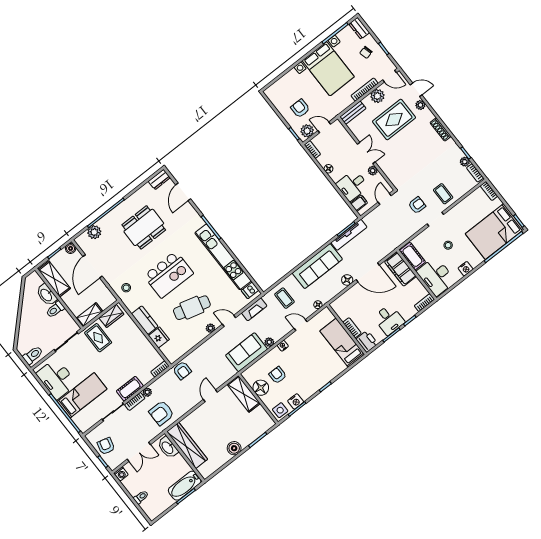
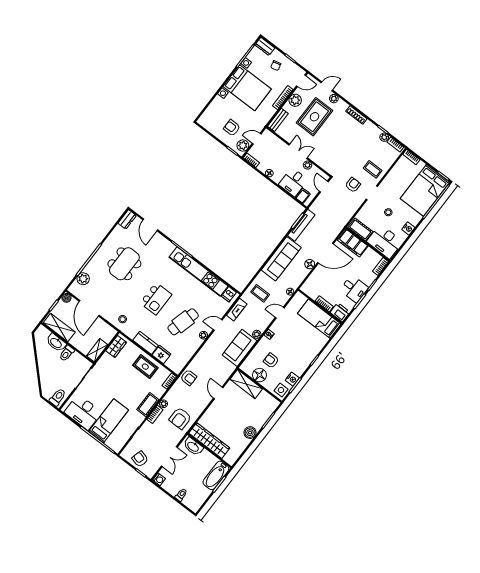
kitchen island: (169, 275) -> (156, 299), width x0.73, depth x0.78
rug: (98, 338) -> (145, 367), moved

